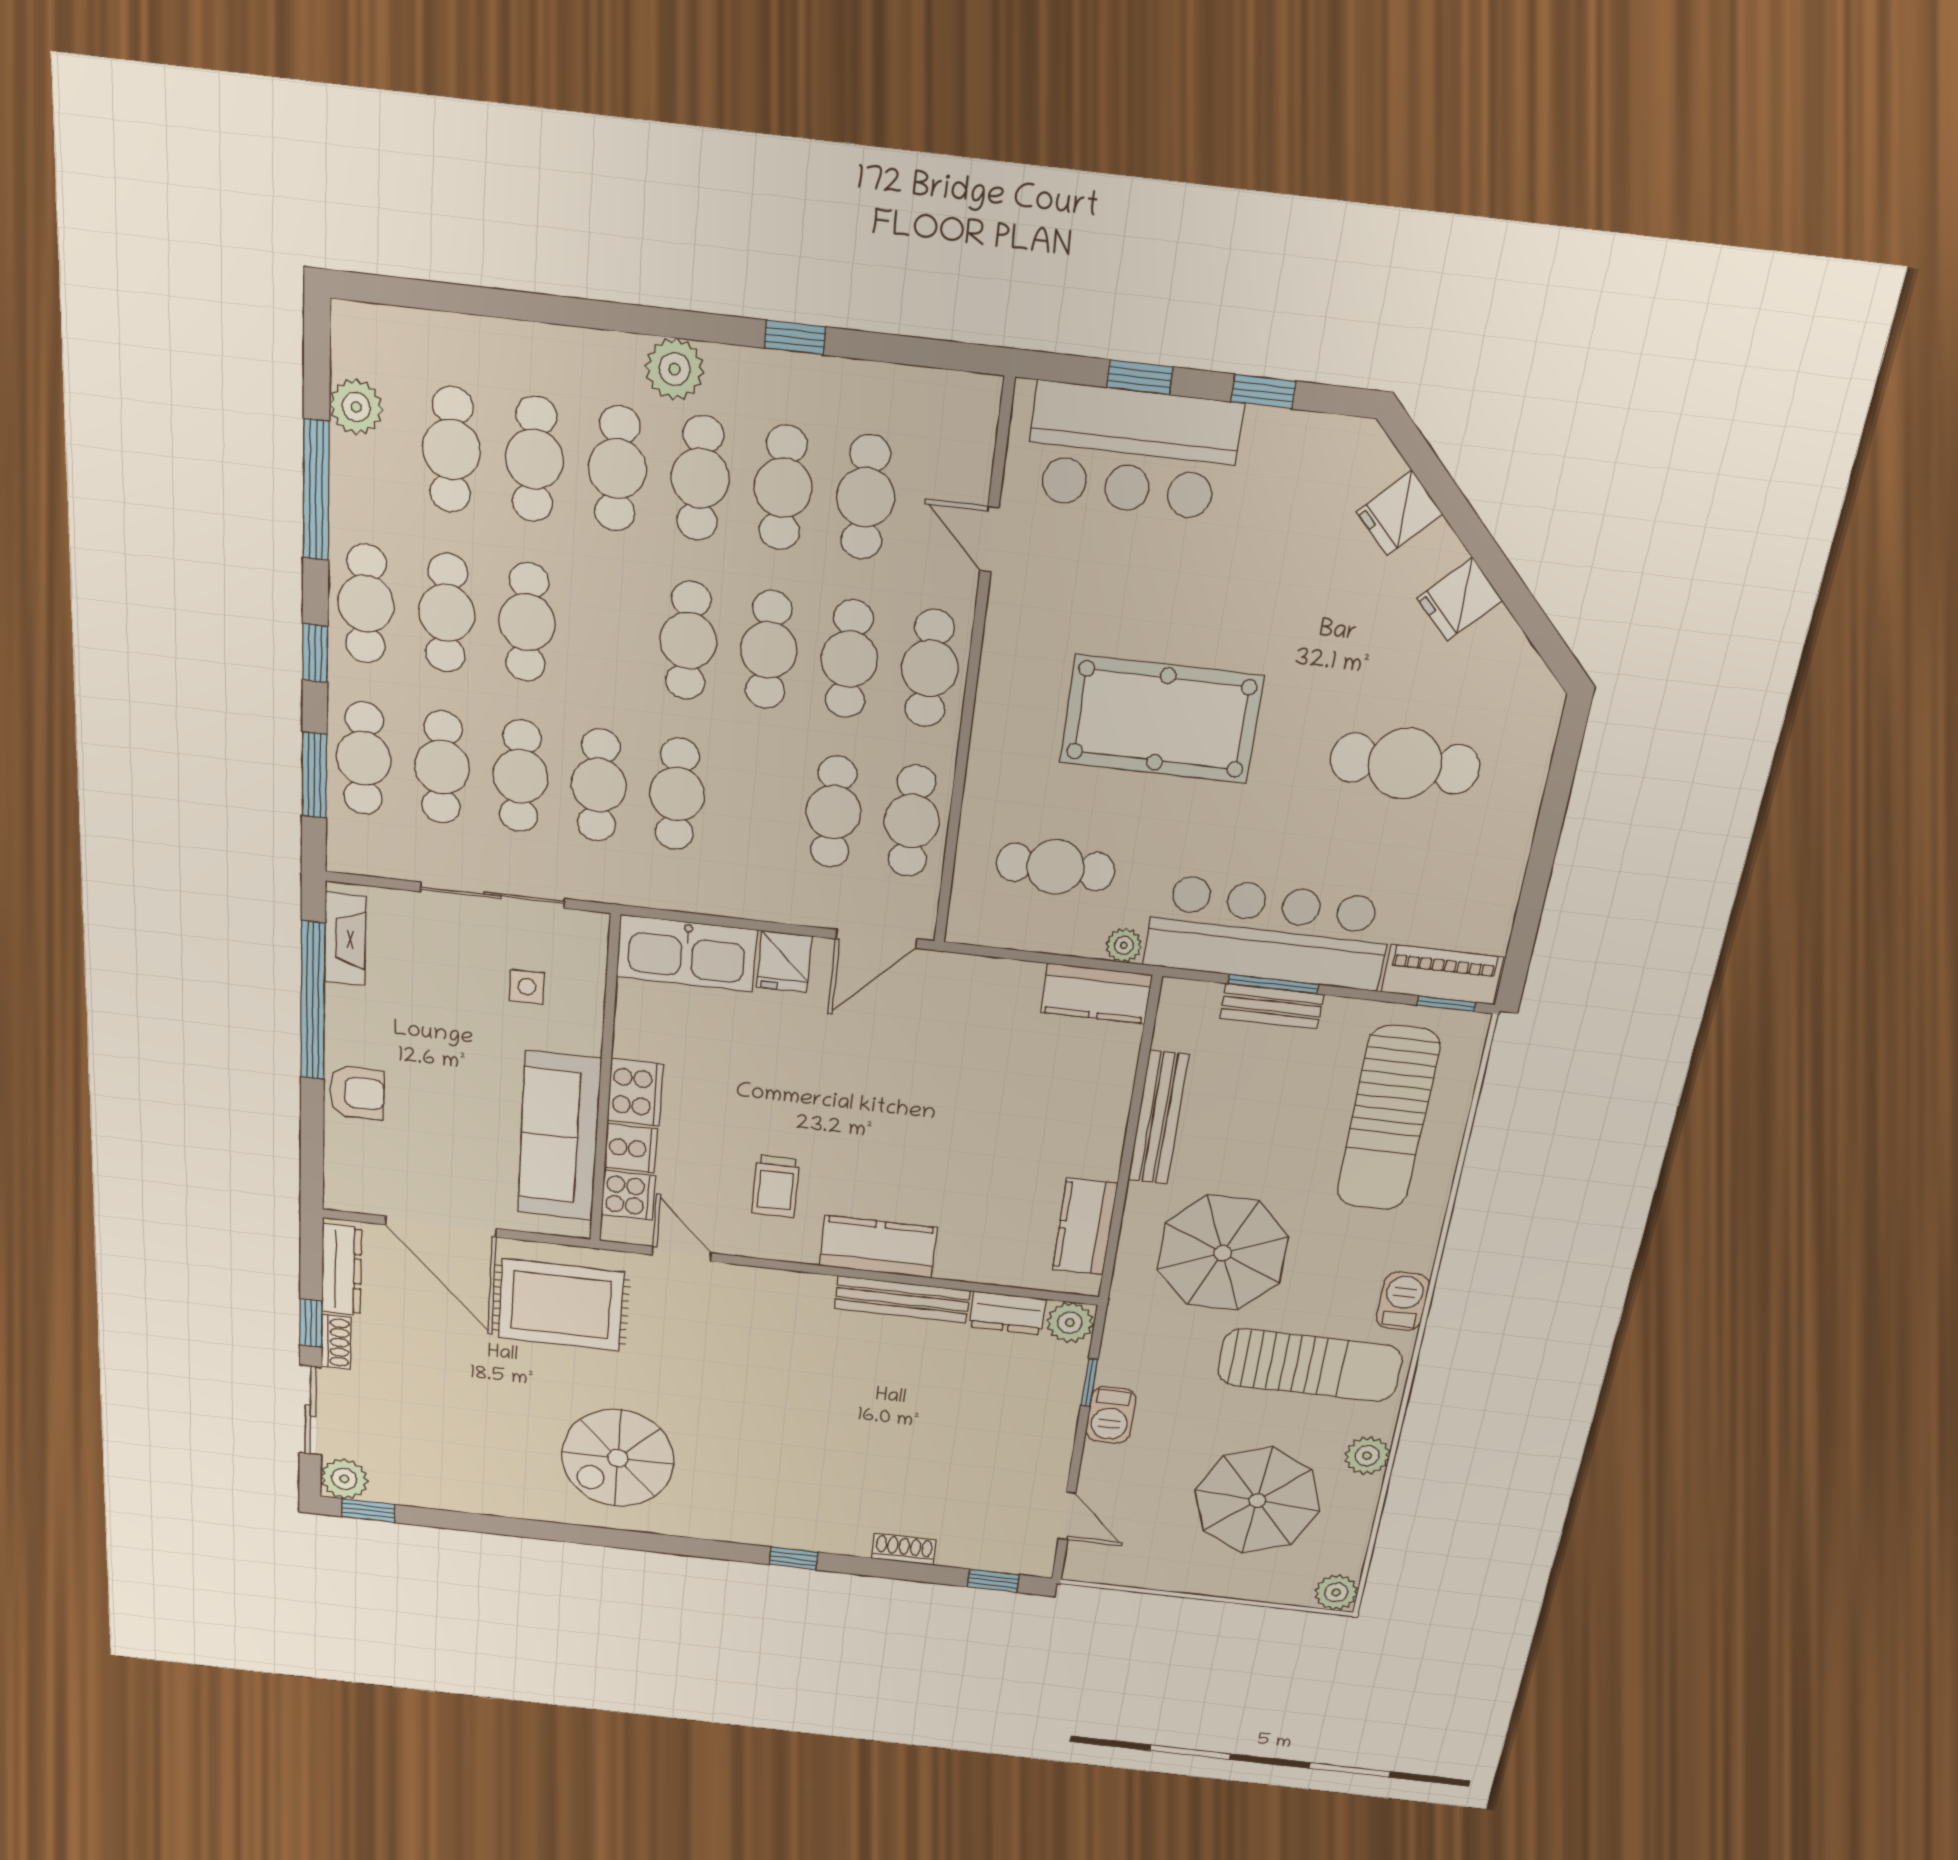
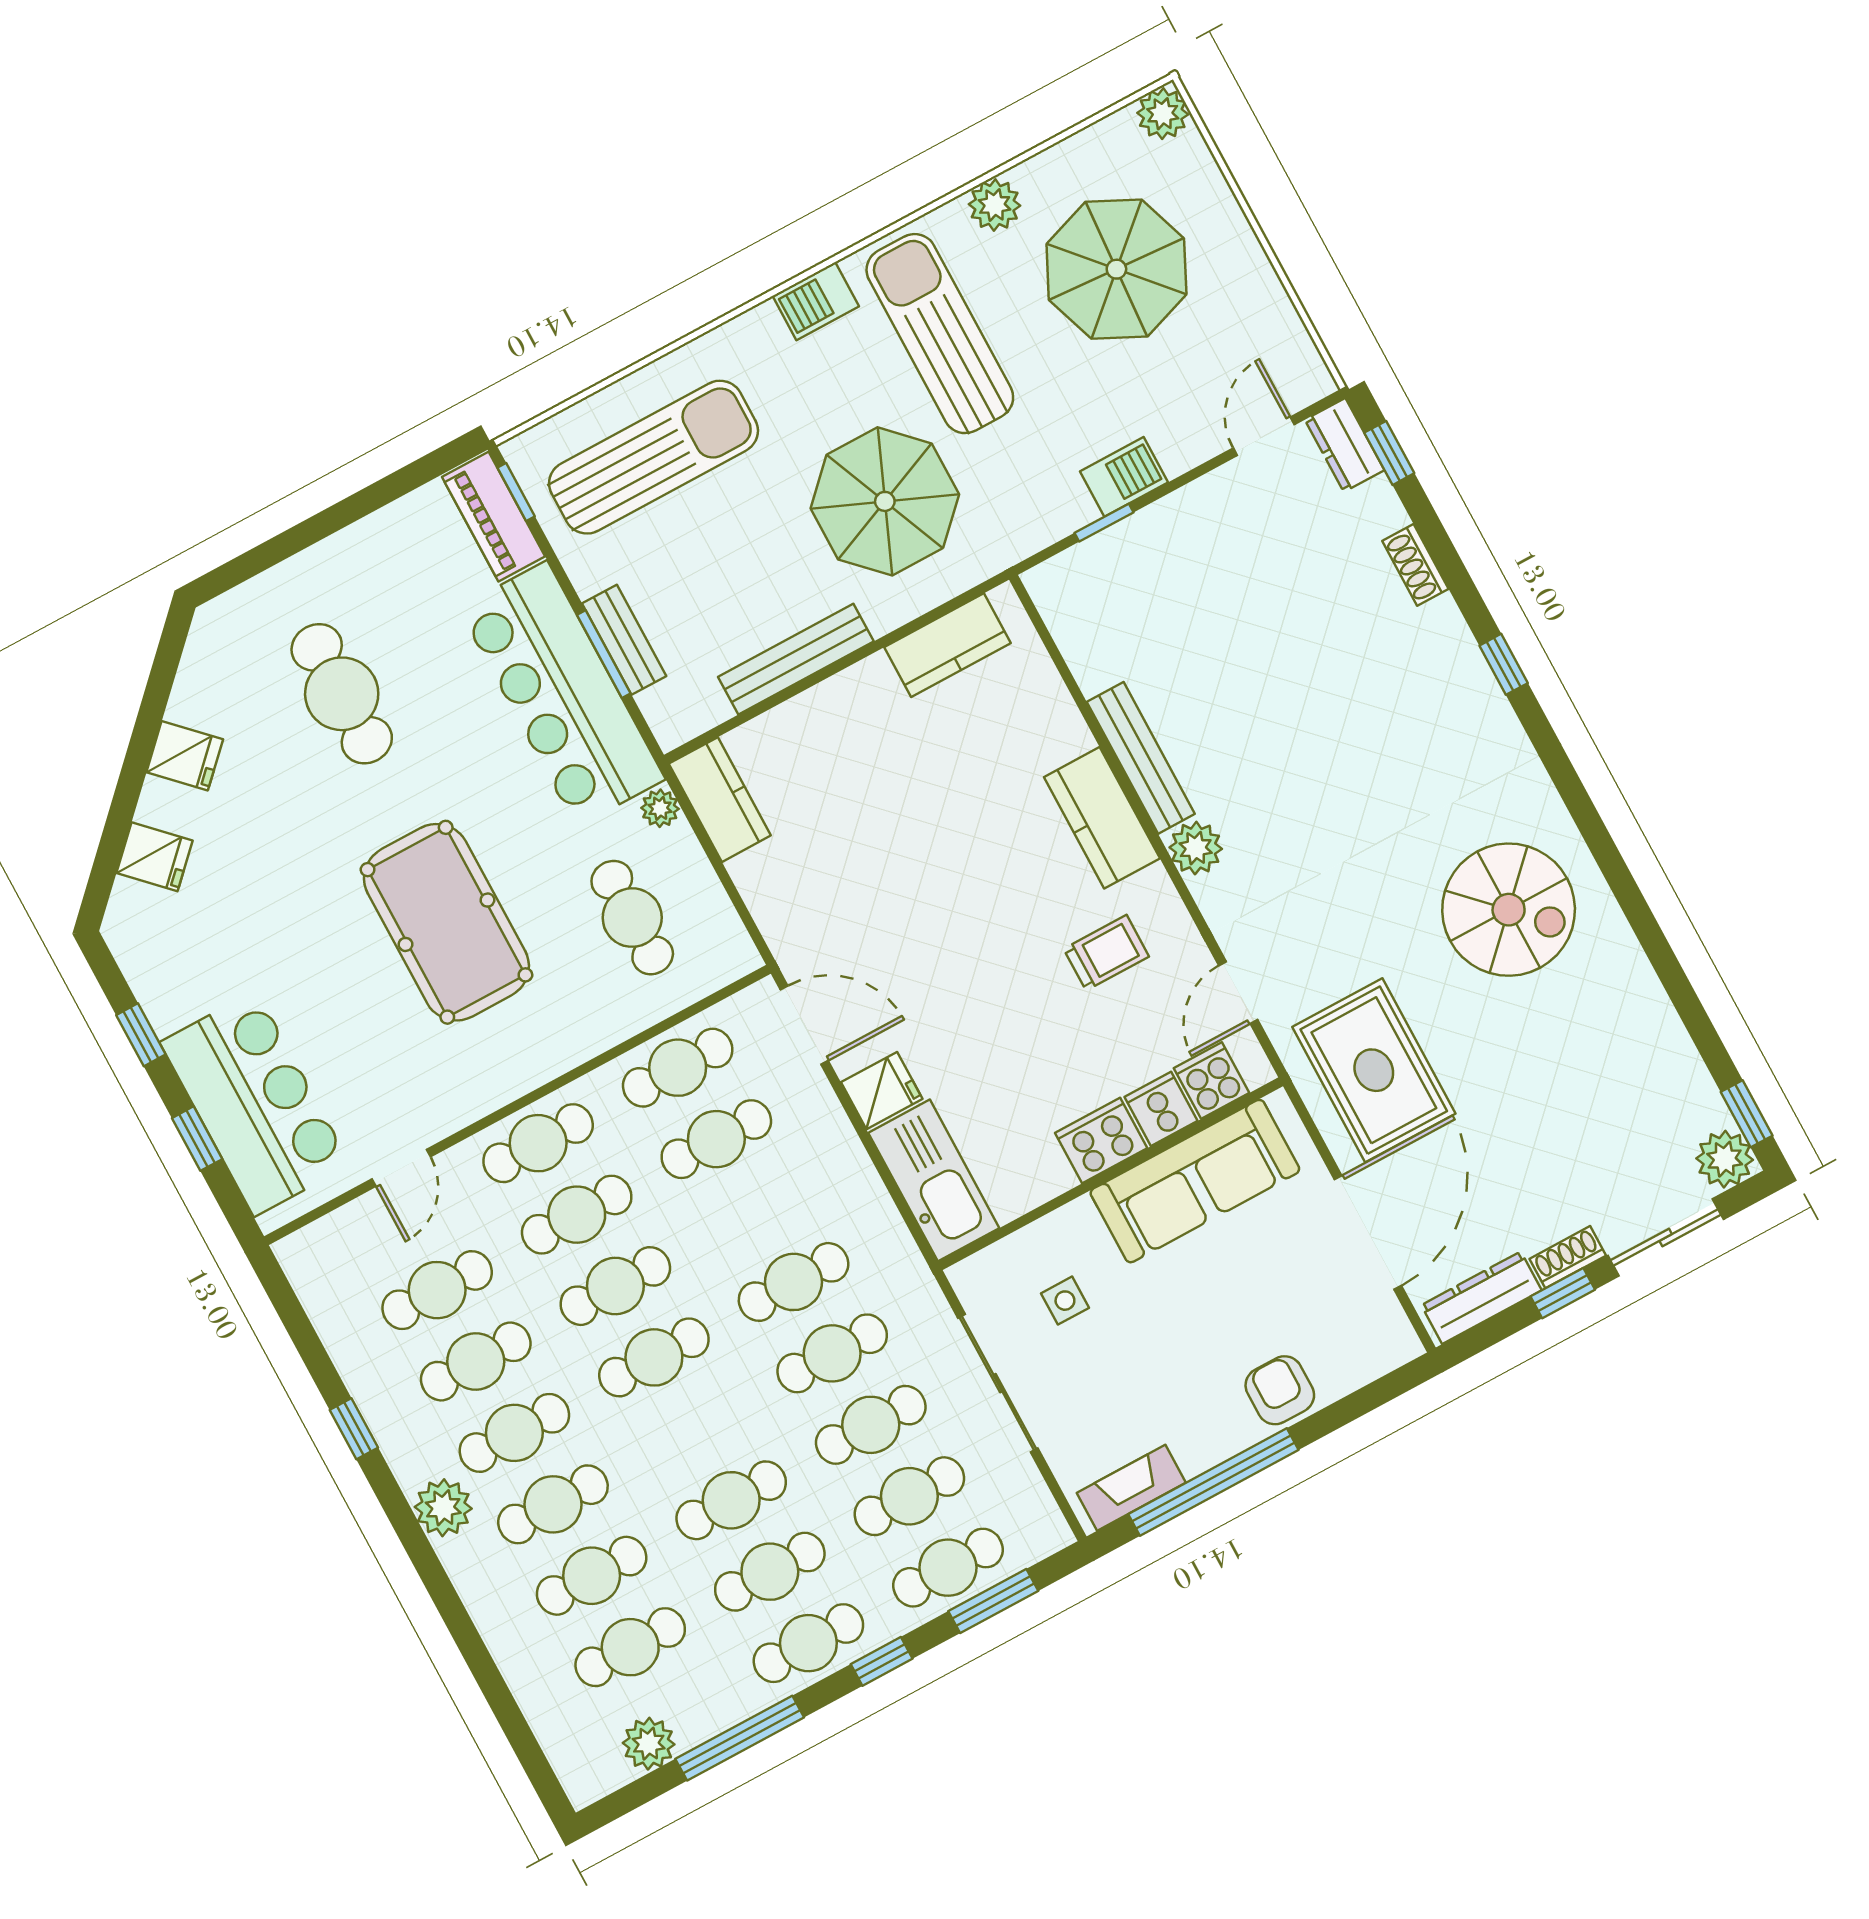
dresser: (1008, 1313) -> (1345, 445), moved, turned 180
plant: (1070, 1323) -> (1196, 848), moved

